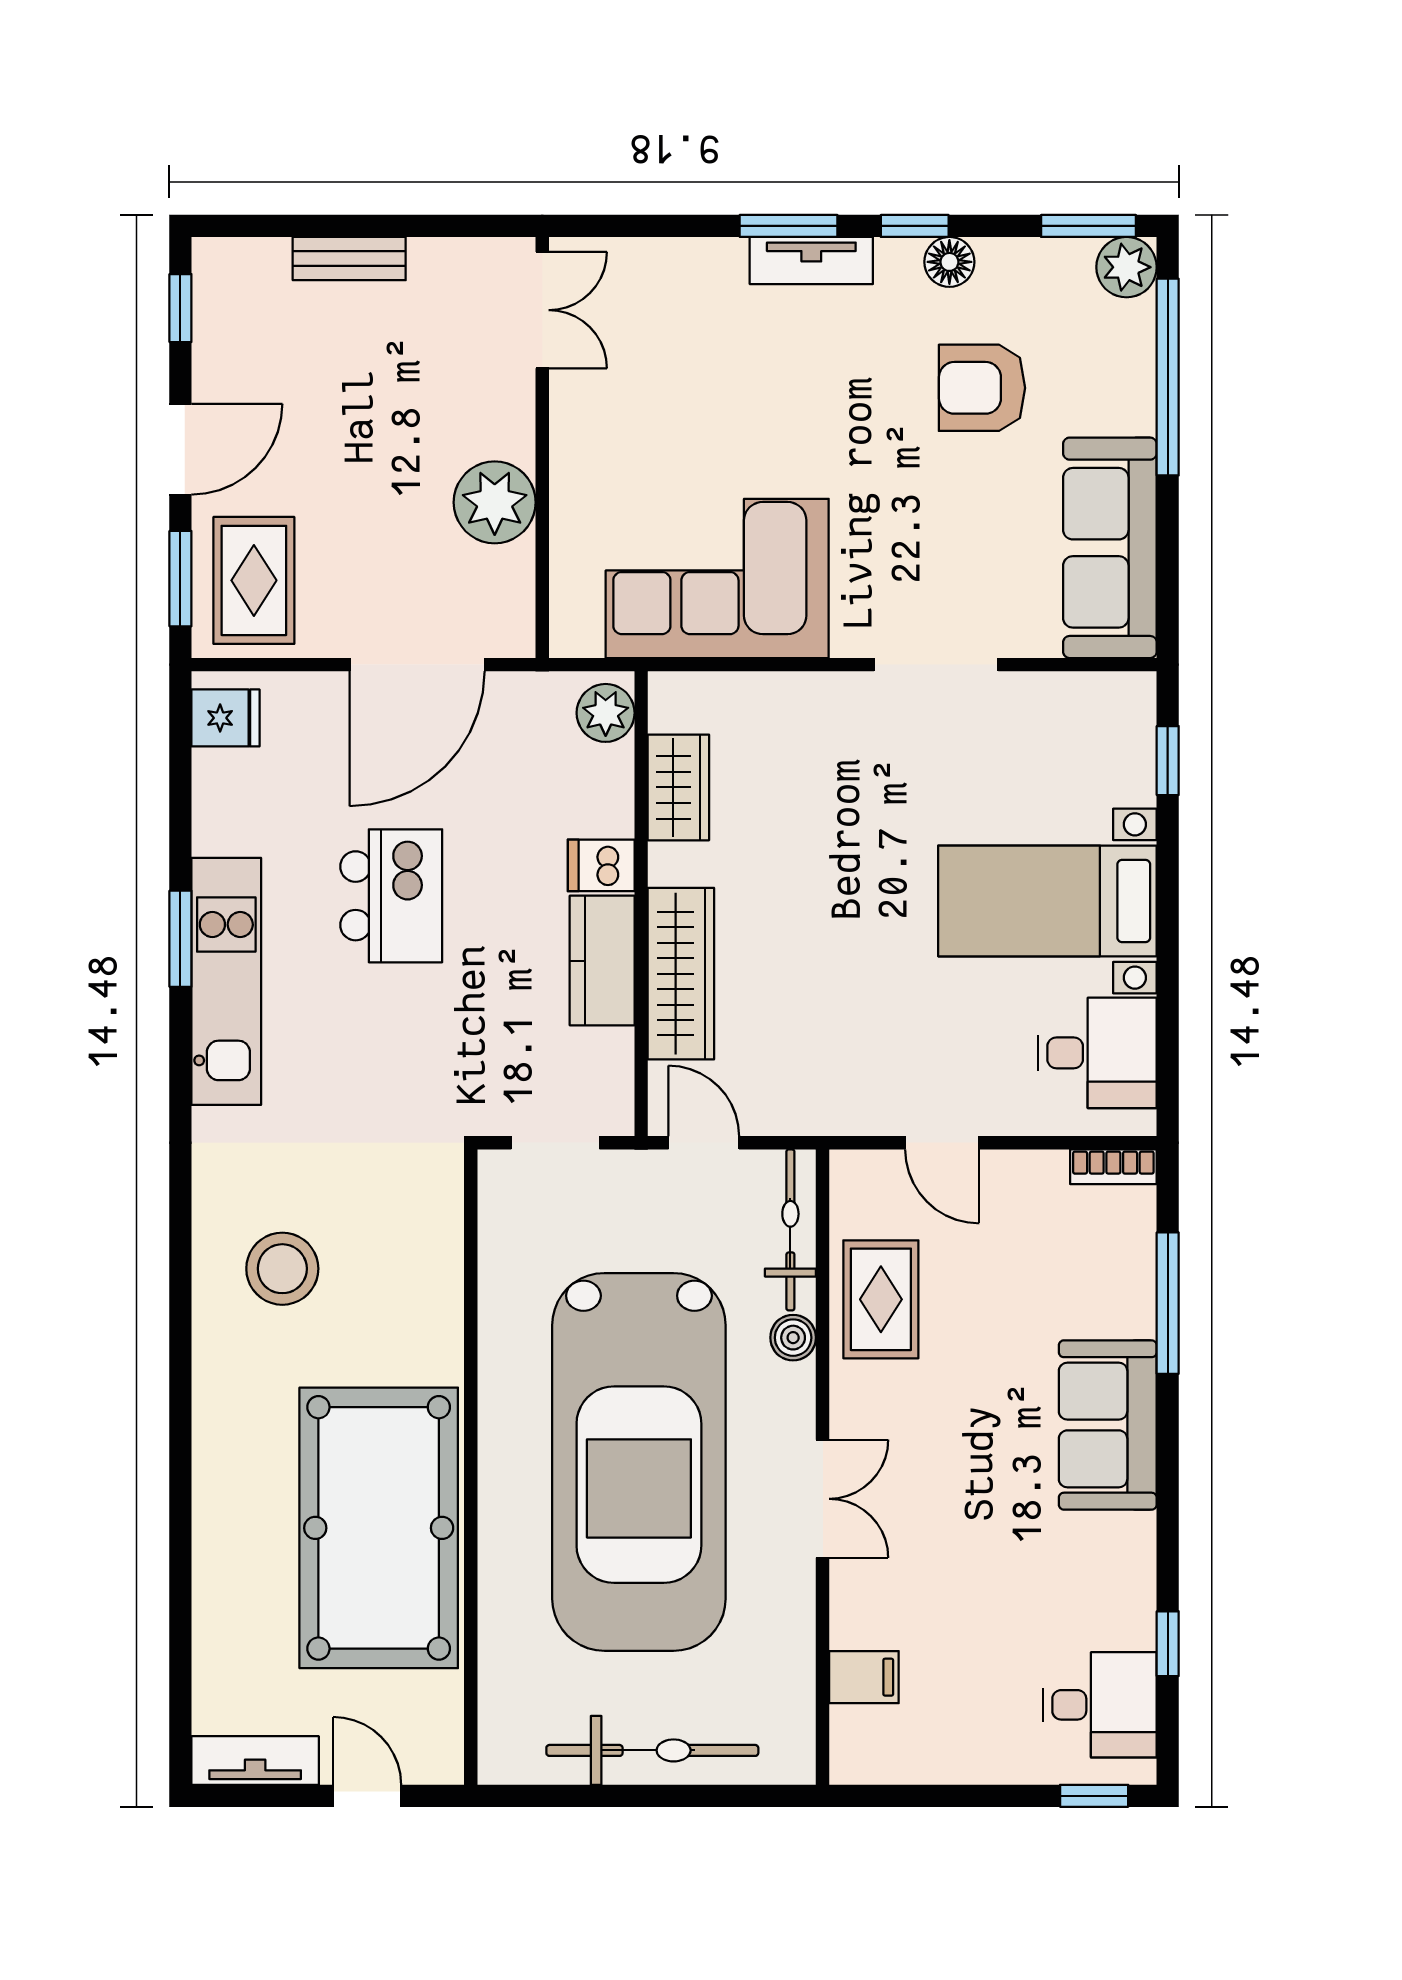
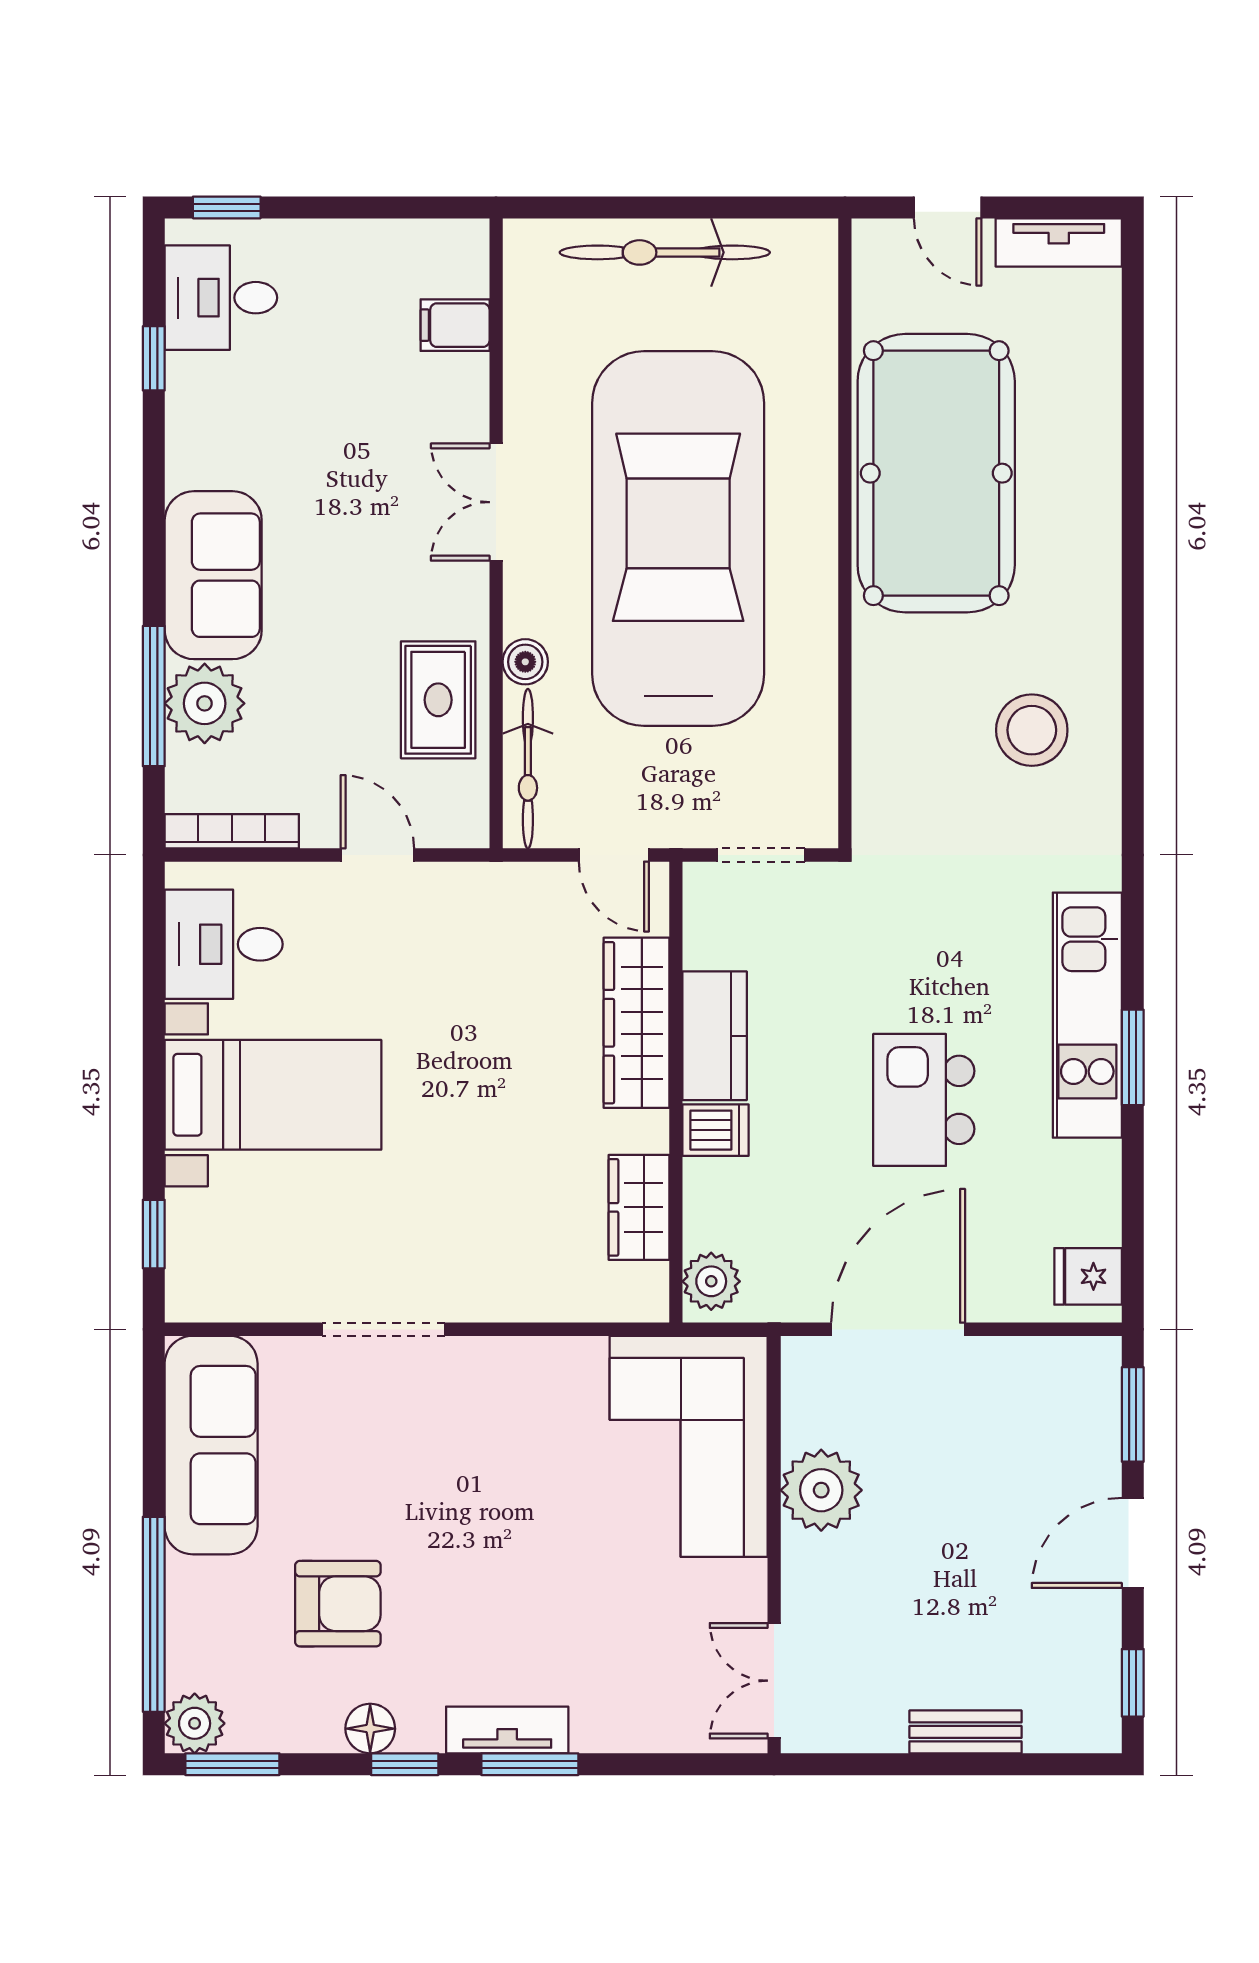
corner sofa: (717, 578) -> (689, 1446), moved, turned 90
rug: (254, 580) -> (1060, 1413), removed
bookcase: (1113, 1167) -> (232, 831), width x1.56
plant: (1117, 1296) -> (205, 703), added

